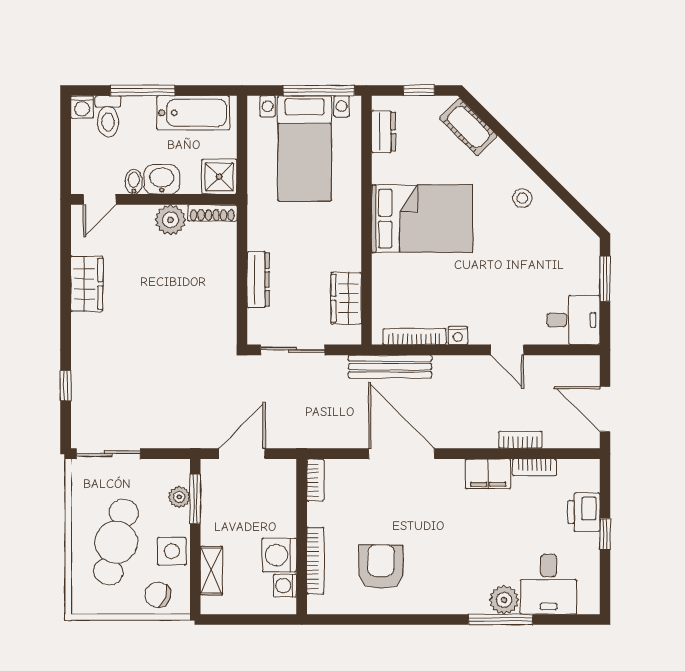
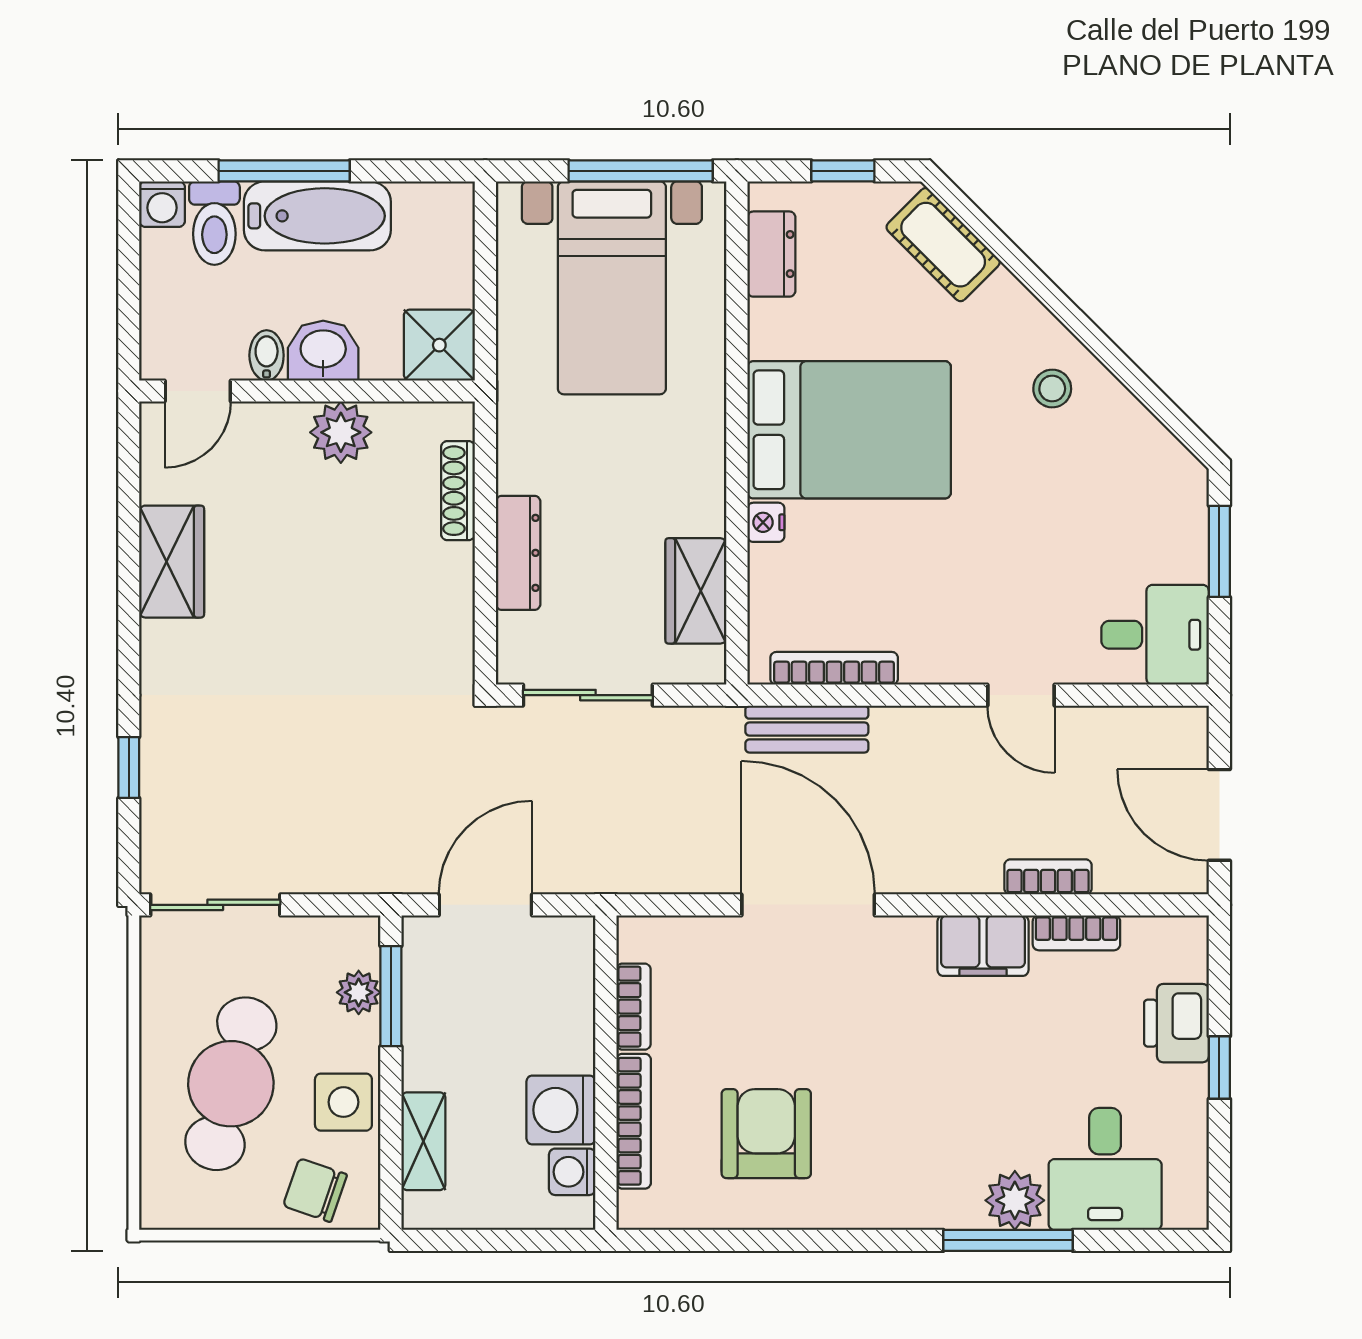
bathtub: (193, 113) -> (317, 216), moved
shoe rack: (212, 213) -> (458, 491), moved, turned 90
nightstand: (458, 335) -> (766, 522), moved, turned 90
bench: (390, 367) -> (807, 729), width x0.73
bookcase: (315, 480) -> (634, 1007), moved

